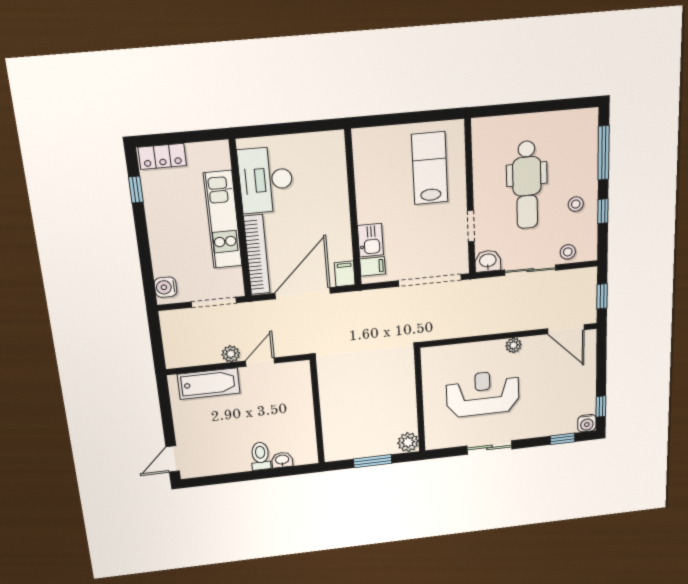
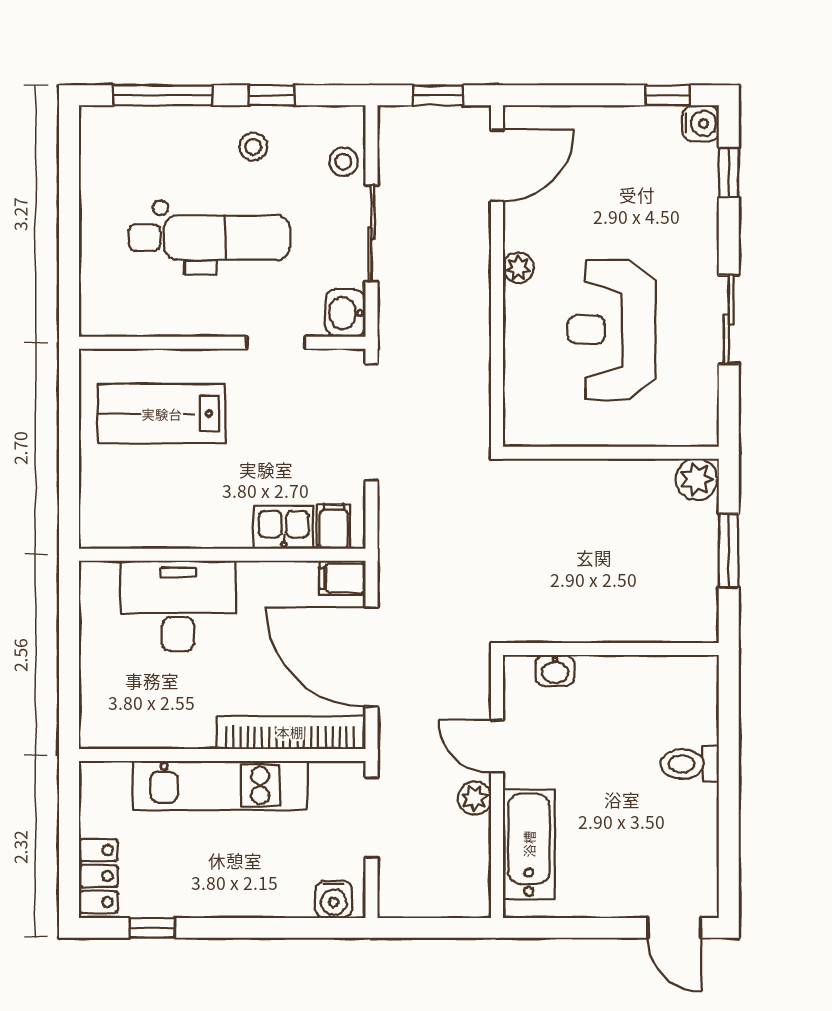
desk: (266, 180) -> (178, 606), moved, turned 180
washbasin: (282, 460) -> (555, 670), moved, turned -90

